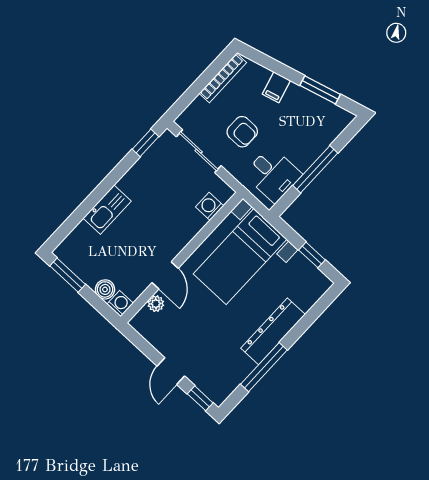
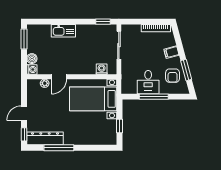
armchair: (242, 132) -> (173, 76), moved
desk: (273, 174) -> (148, 82), moved
dresser: (273, 331) -> (45, 138), moved

